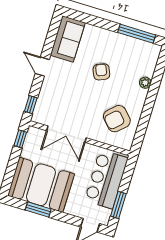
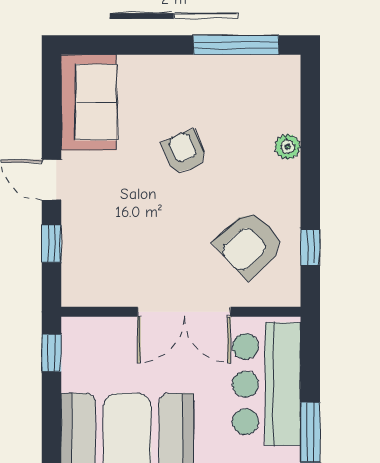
window: (31, 105) -> (52, 244), moved
window: (142, 128) -> (310, 247), added
double door: (66, 134) -> (184, 312), moved

